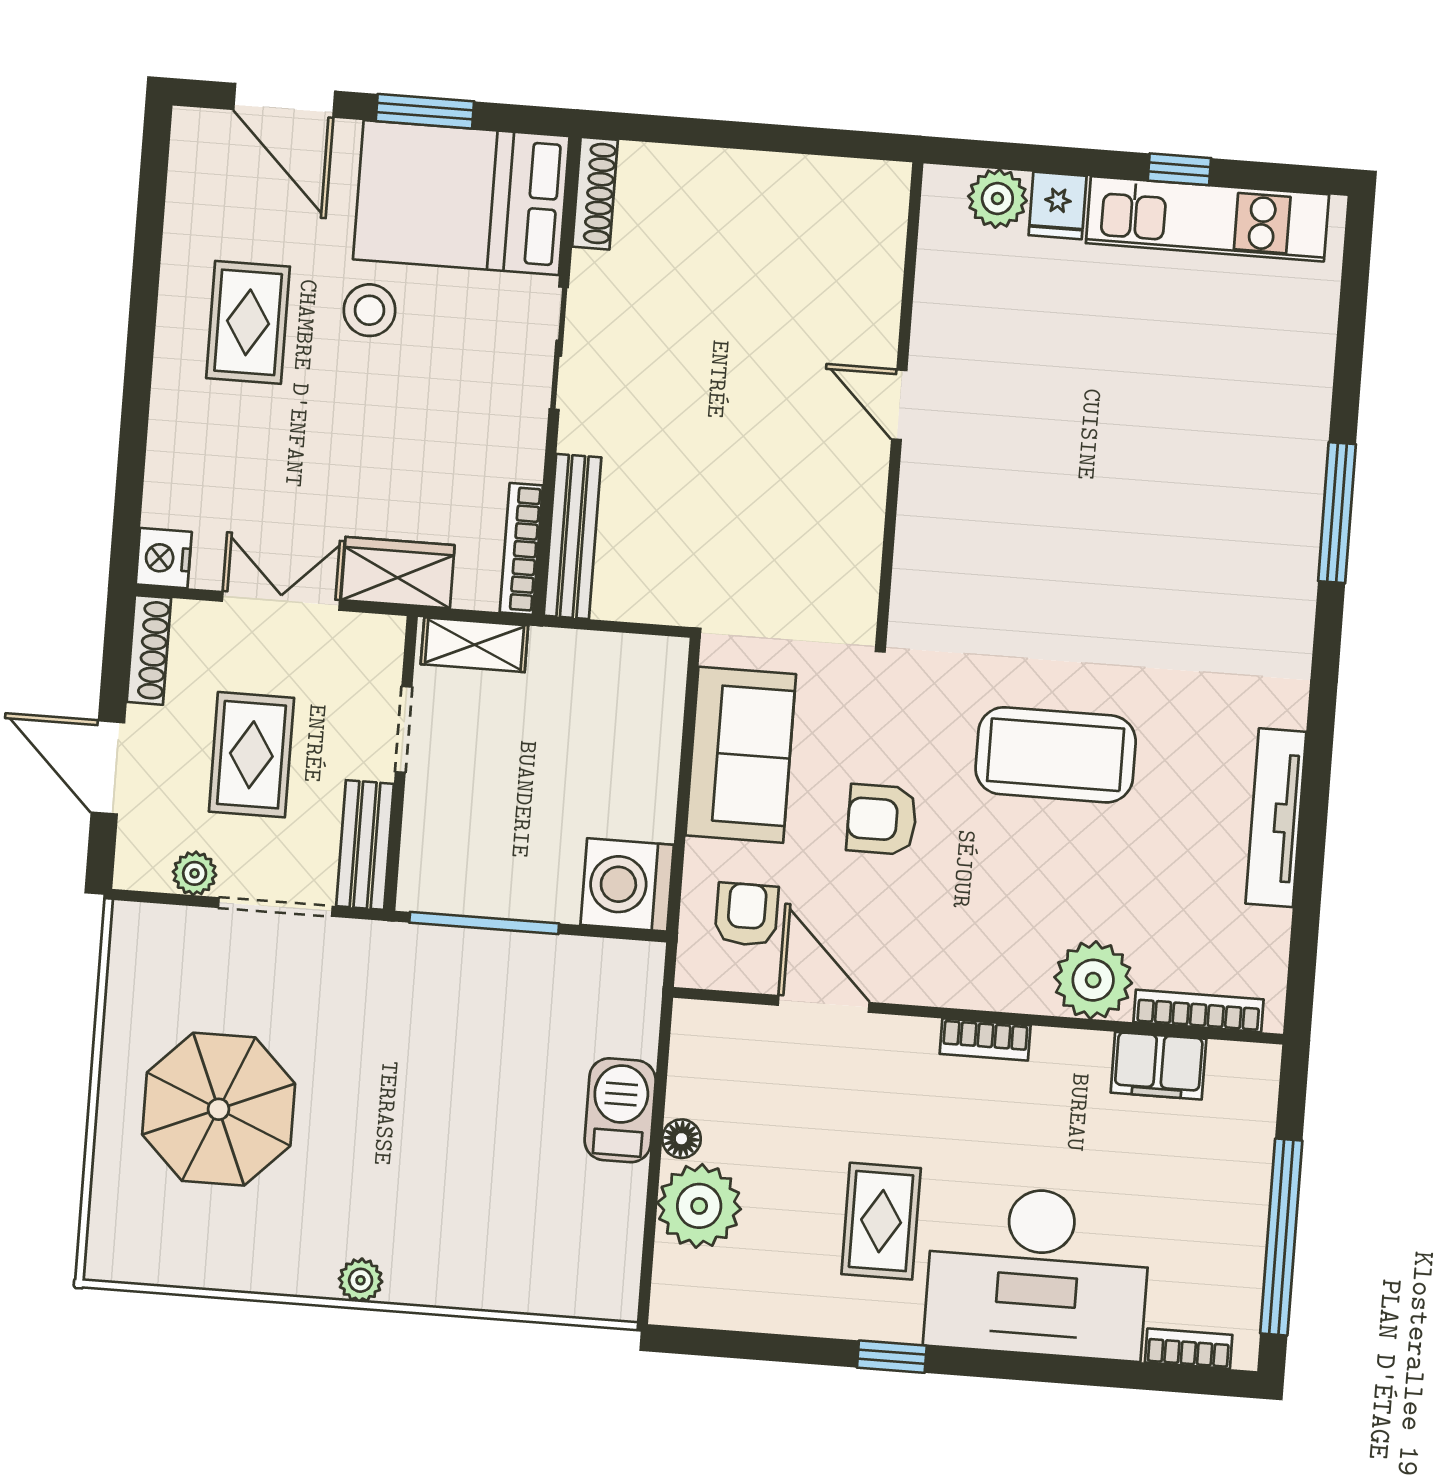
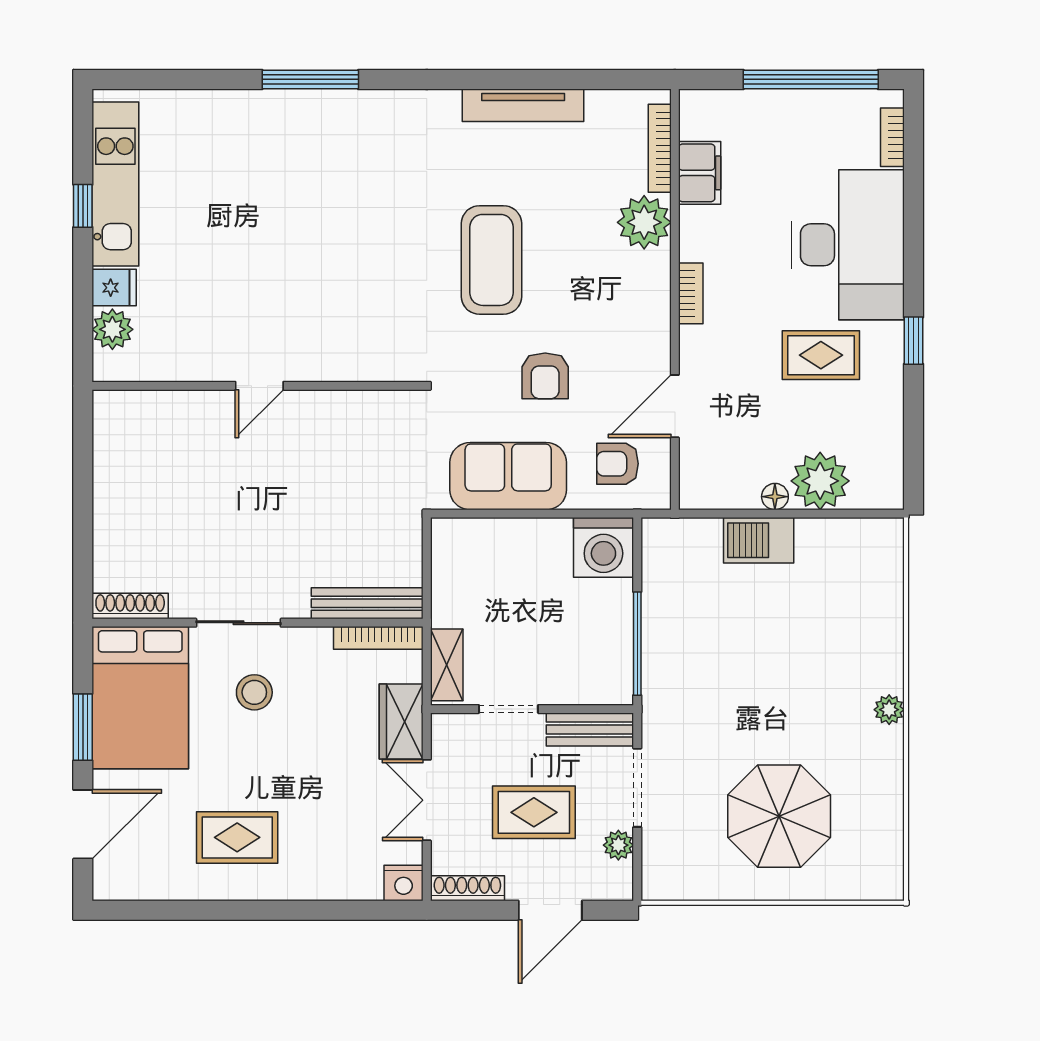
stool: (369, 310) -> (254, 692), moved

